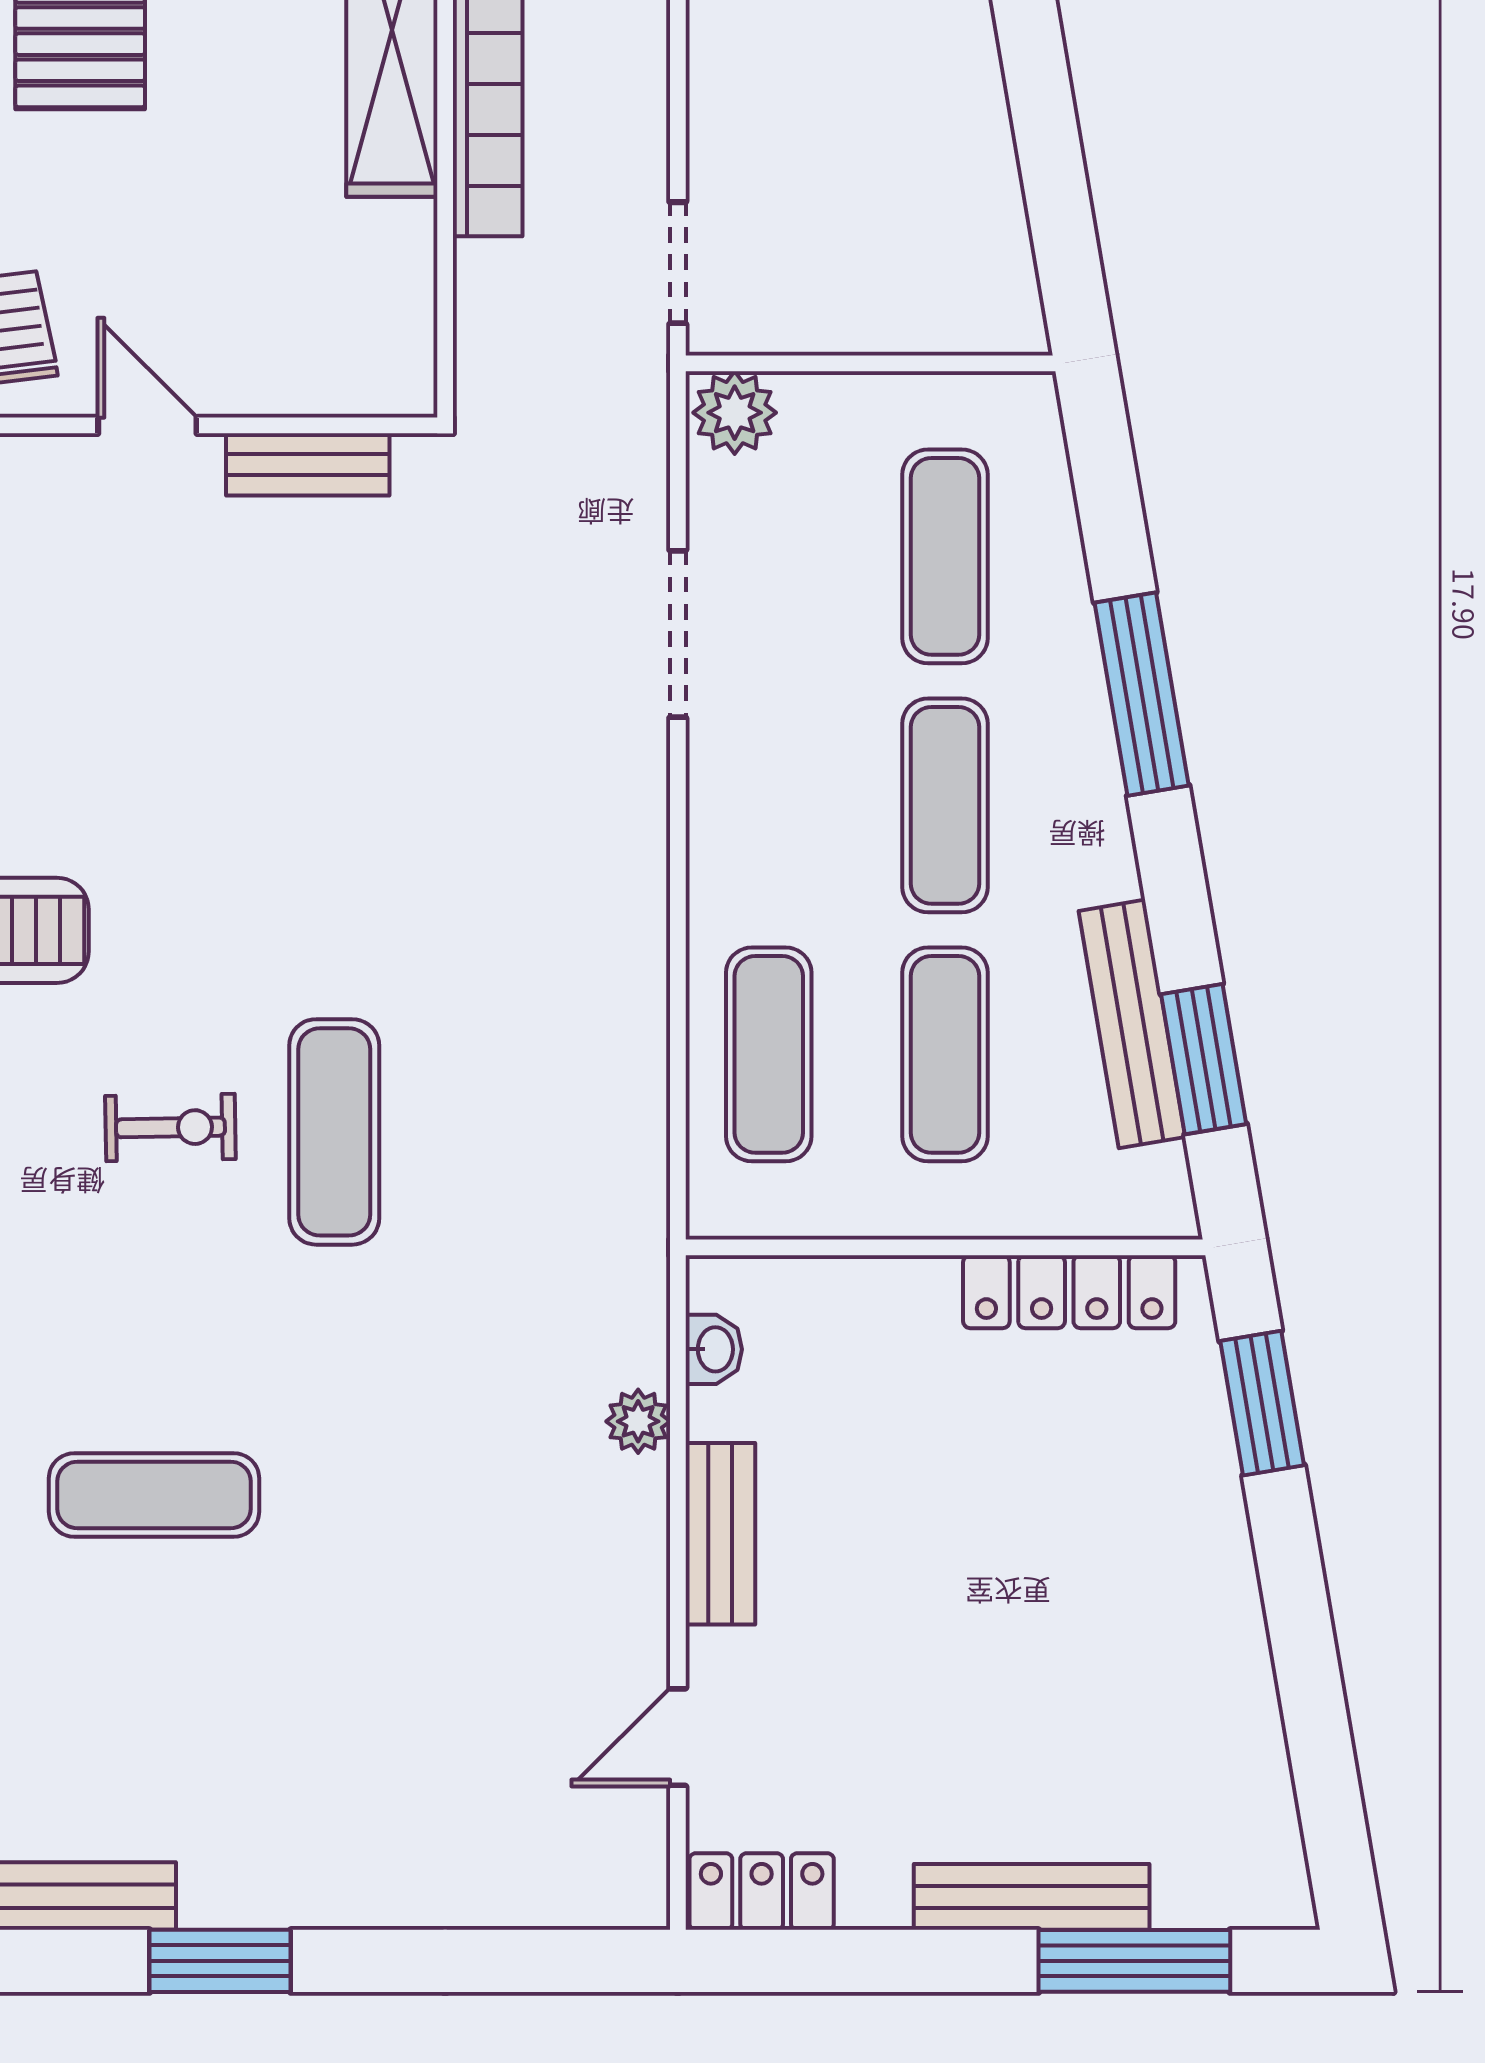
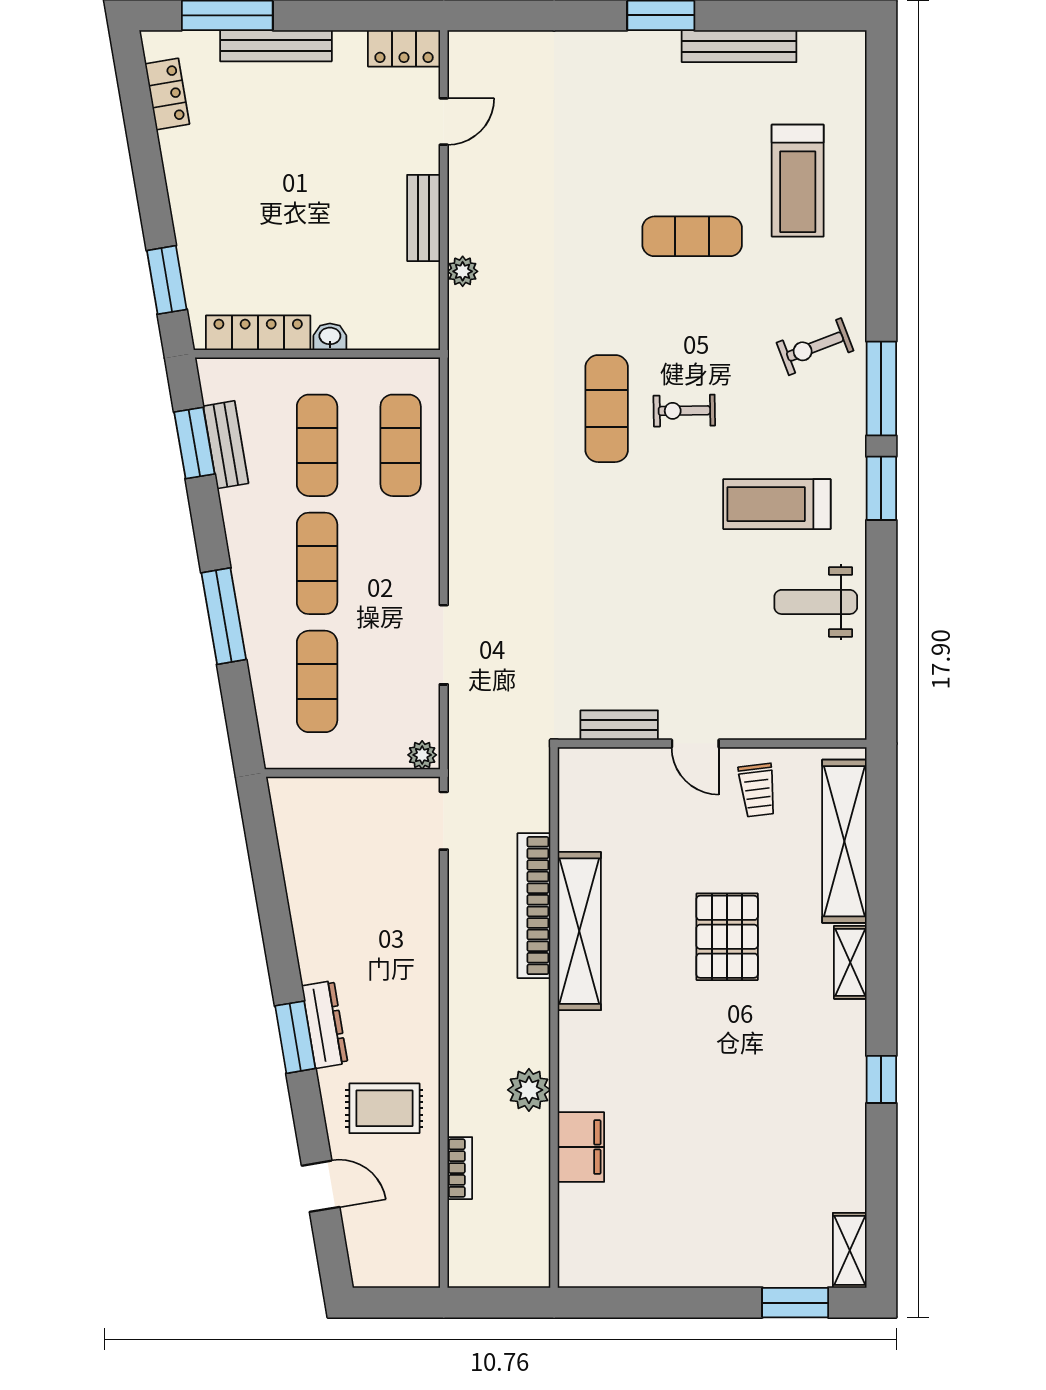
plant: (735, 413) -> (422, 755), width x0.73, depth x0.73
bench: (1132, 1024) -> (226, 445), width x0.73
washbasin: (714, 1349) -> (330, 337), moved, turned 90
locker: (1261, 1795) -> (167, 94), added

